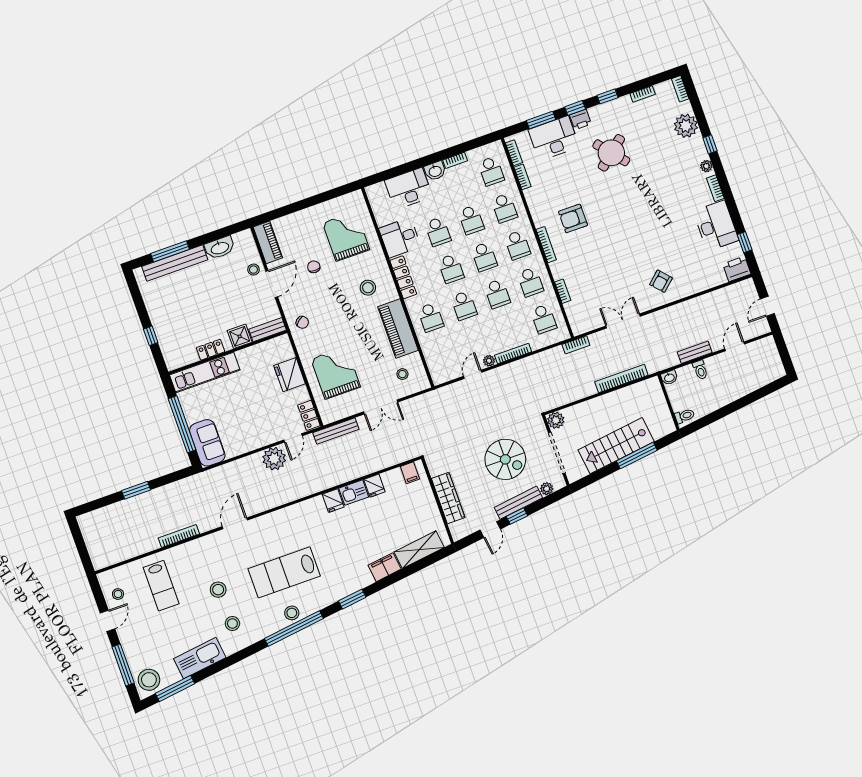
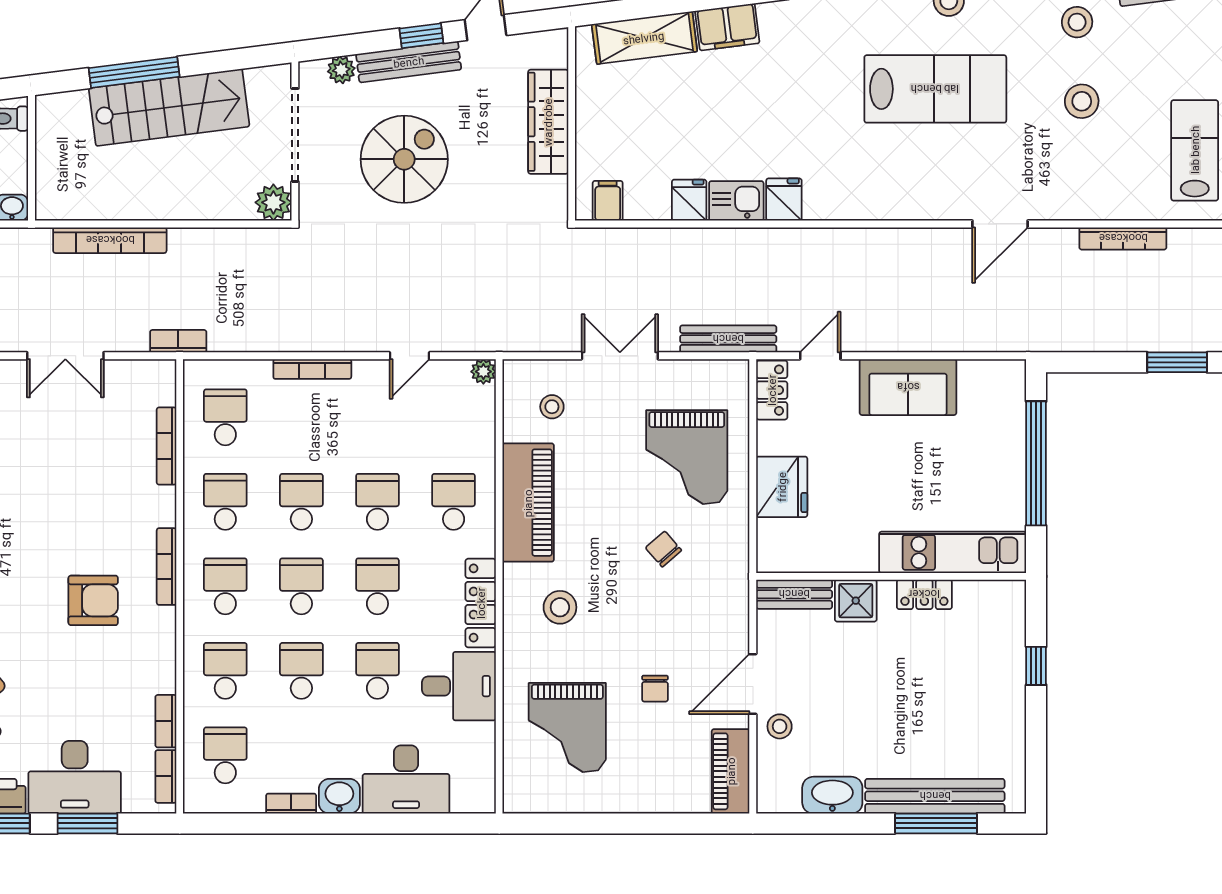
bookcase: (563, 291) -> (167, 446), width x1.56
chair: (302, 322) -> (663, 549), moved
plant: (489, 361) -> (483, 372), moved
sofa: (207, 443) -> (908, 387), moved, turned -90
plant: (274, 459) -> (874, 327), removed
spiral stairs: (505, 459) -> (404, 159), turned 90

